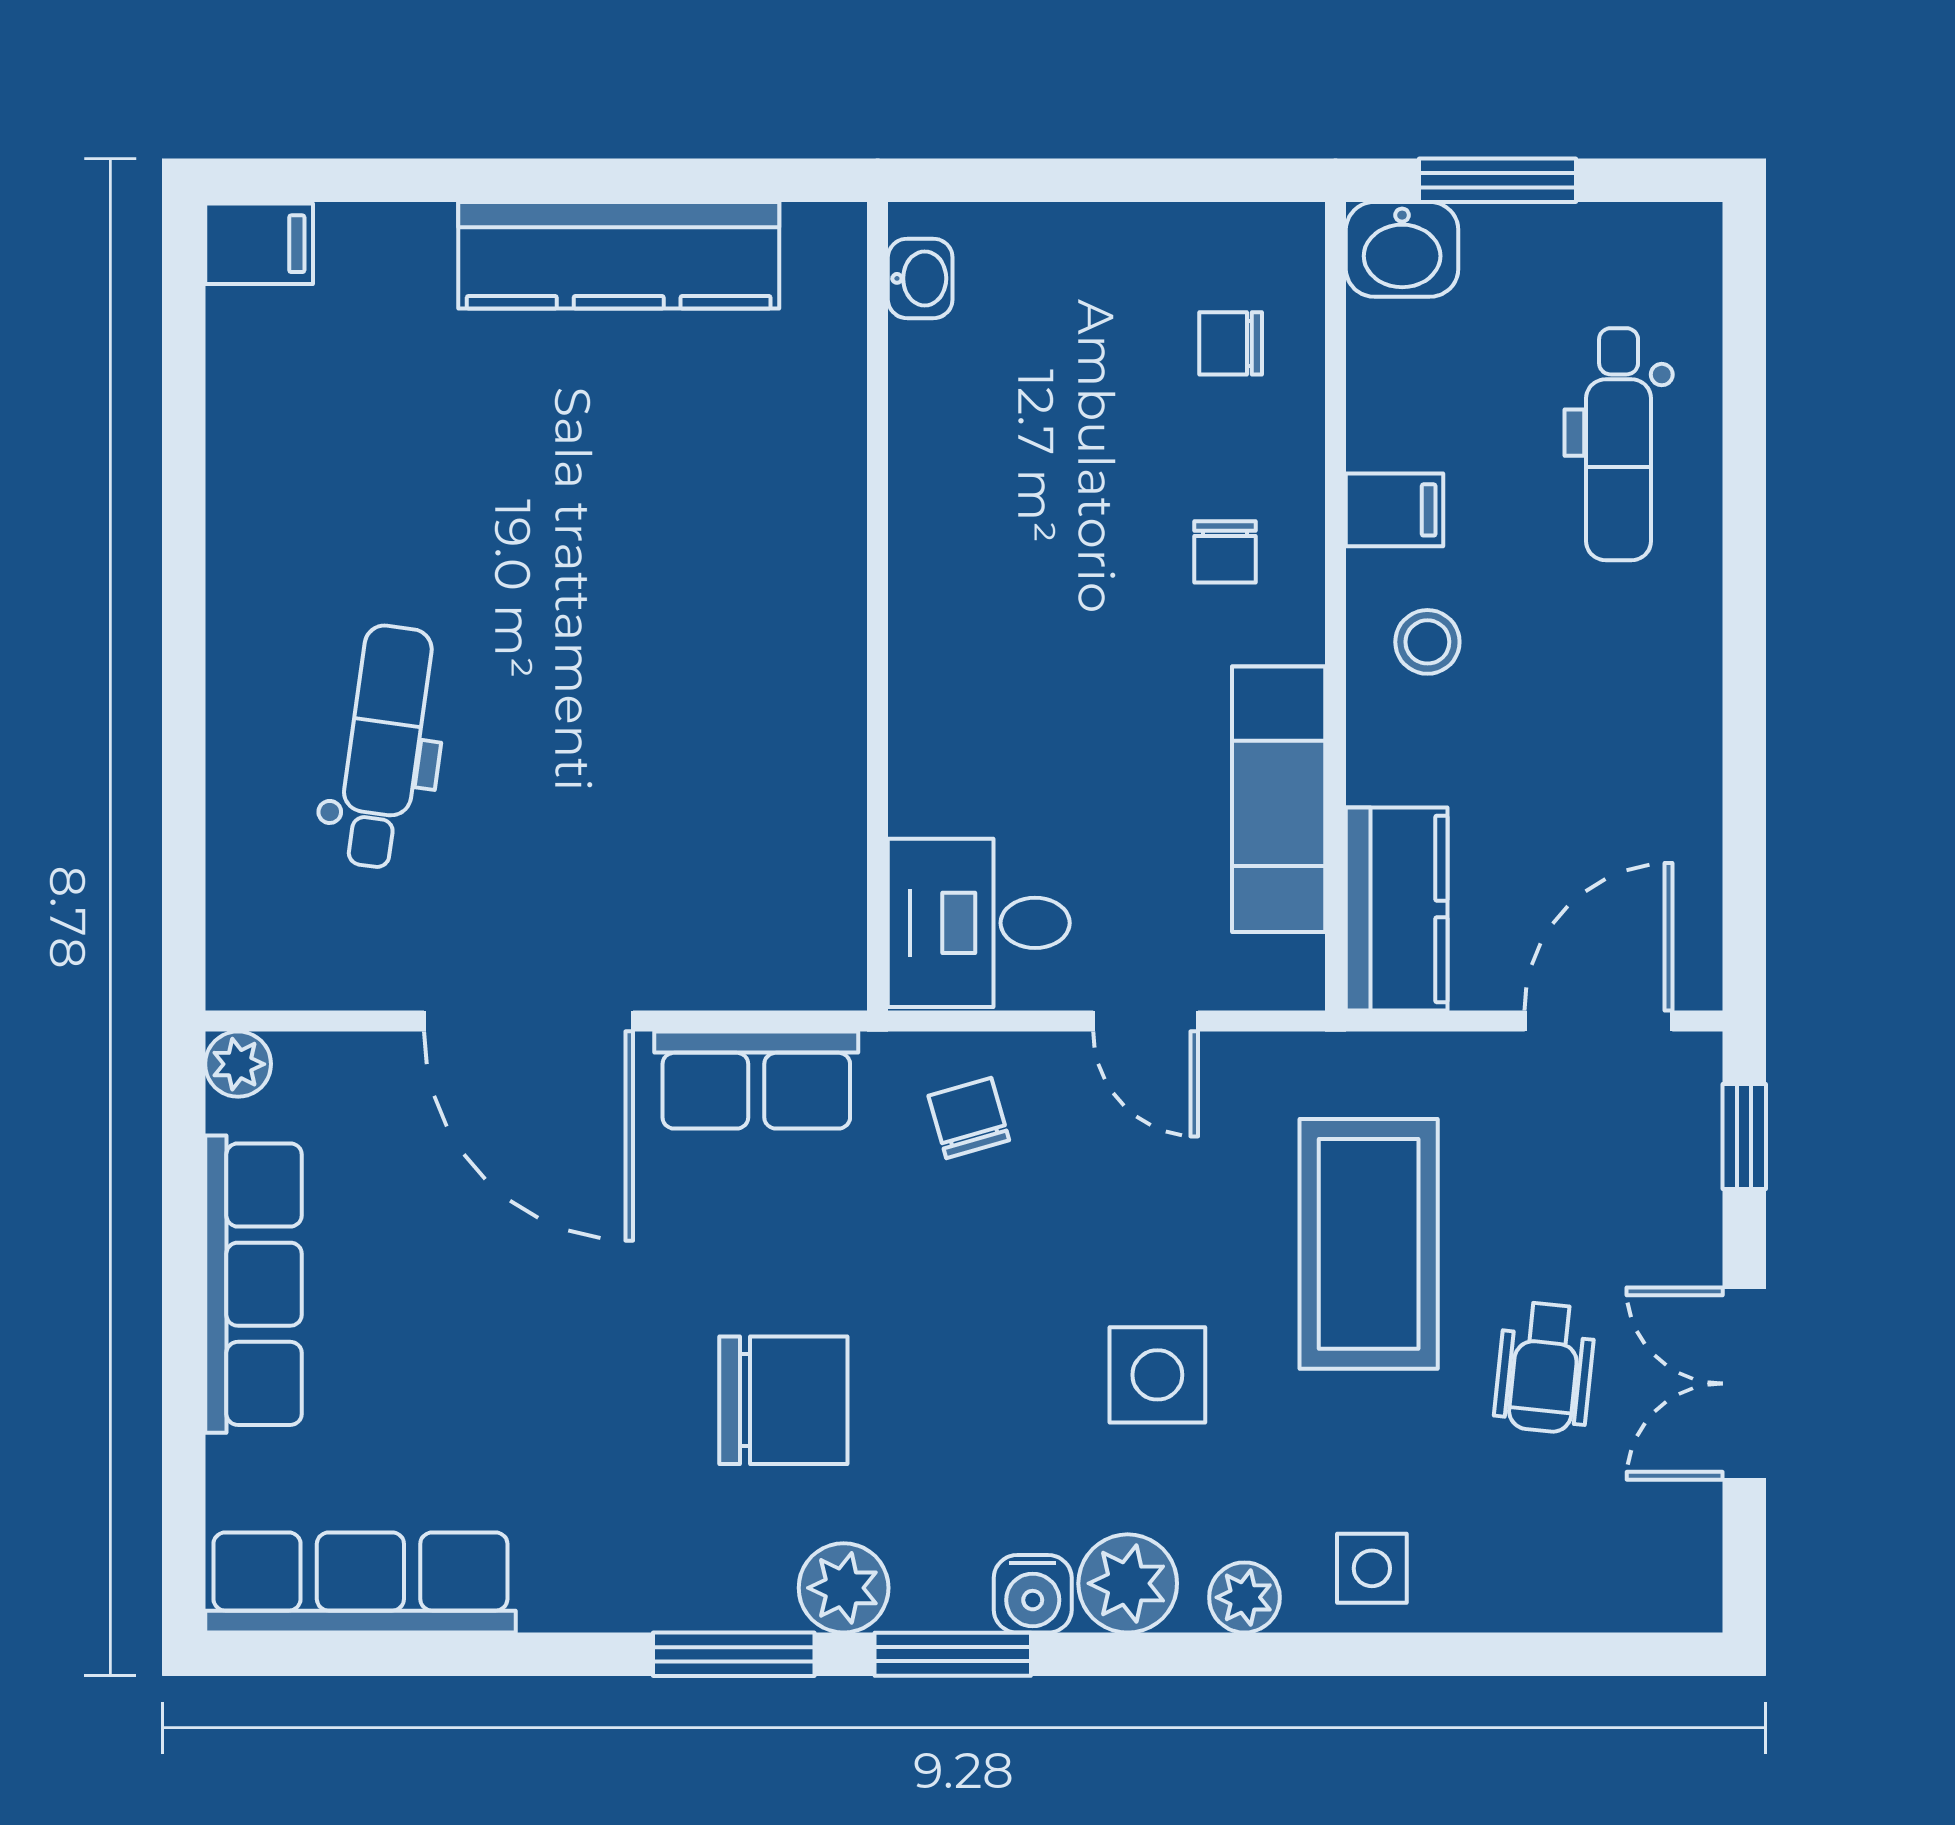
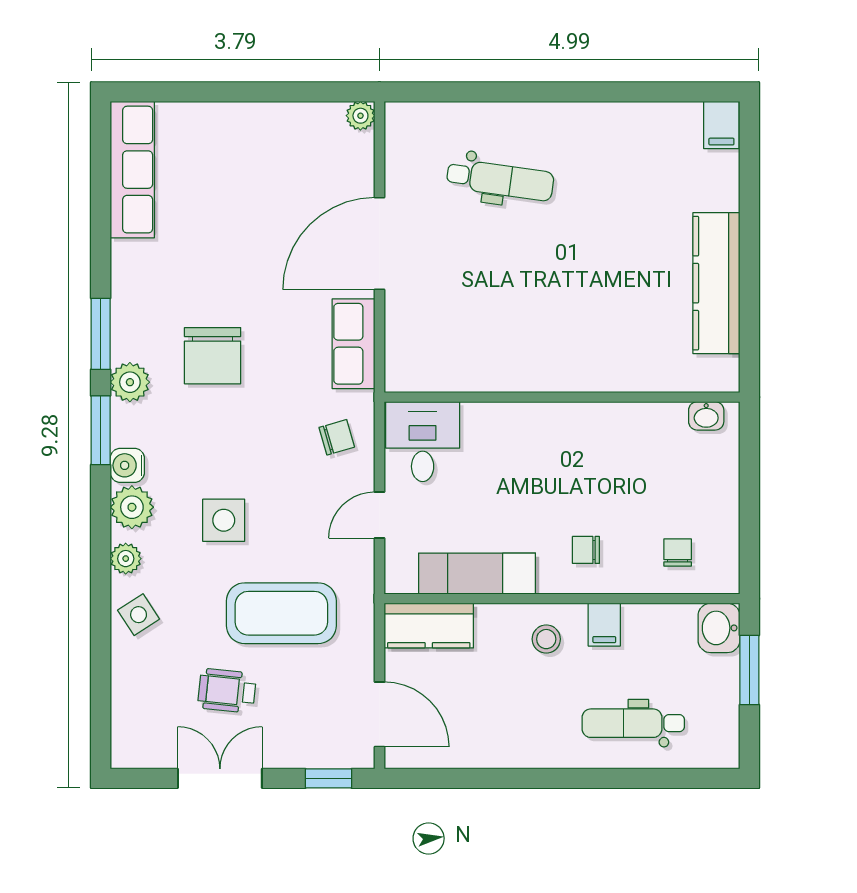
row of seats: (253, 1284) -> (264, 122), removed
side table: (1372, 1568) -> (139, 615), turned -33

